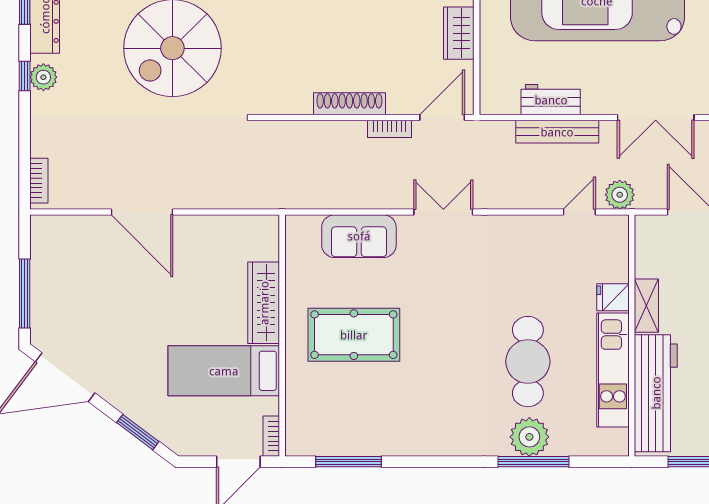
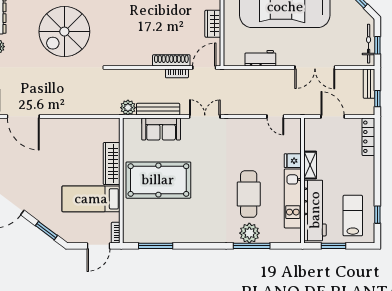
shoe rack: (349, 104) -> (171, 60), moved
bench: (557, 132) -> (158, 109), moved
plant: (620, 195) -> (128, 108), moved
door: (142, 212) -> (23, 117), moved
door: (579, 212) -> (275, 117), swing flipped
pool table: (354, 335) -> (158, 180), width x1.36, depth x1.32

